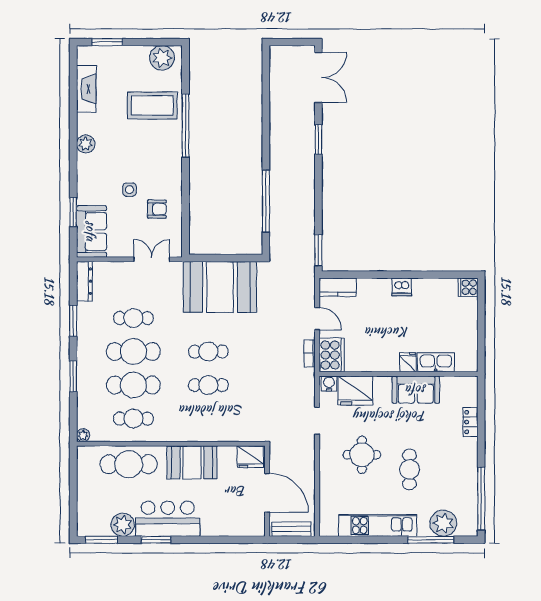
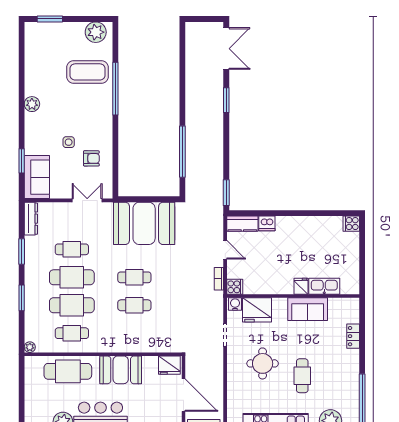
fireplace: (86, 89) -> (32, 58), removed
dishwasher: (402, 287) -> (267, 223), moved
cooker: (332, 355) -> (235, 287), width x0.53, depth x0.76

